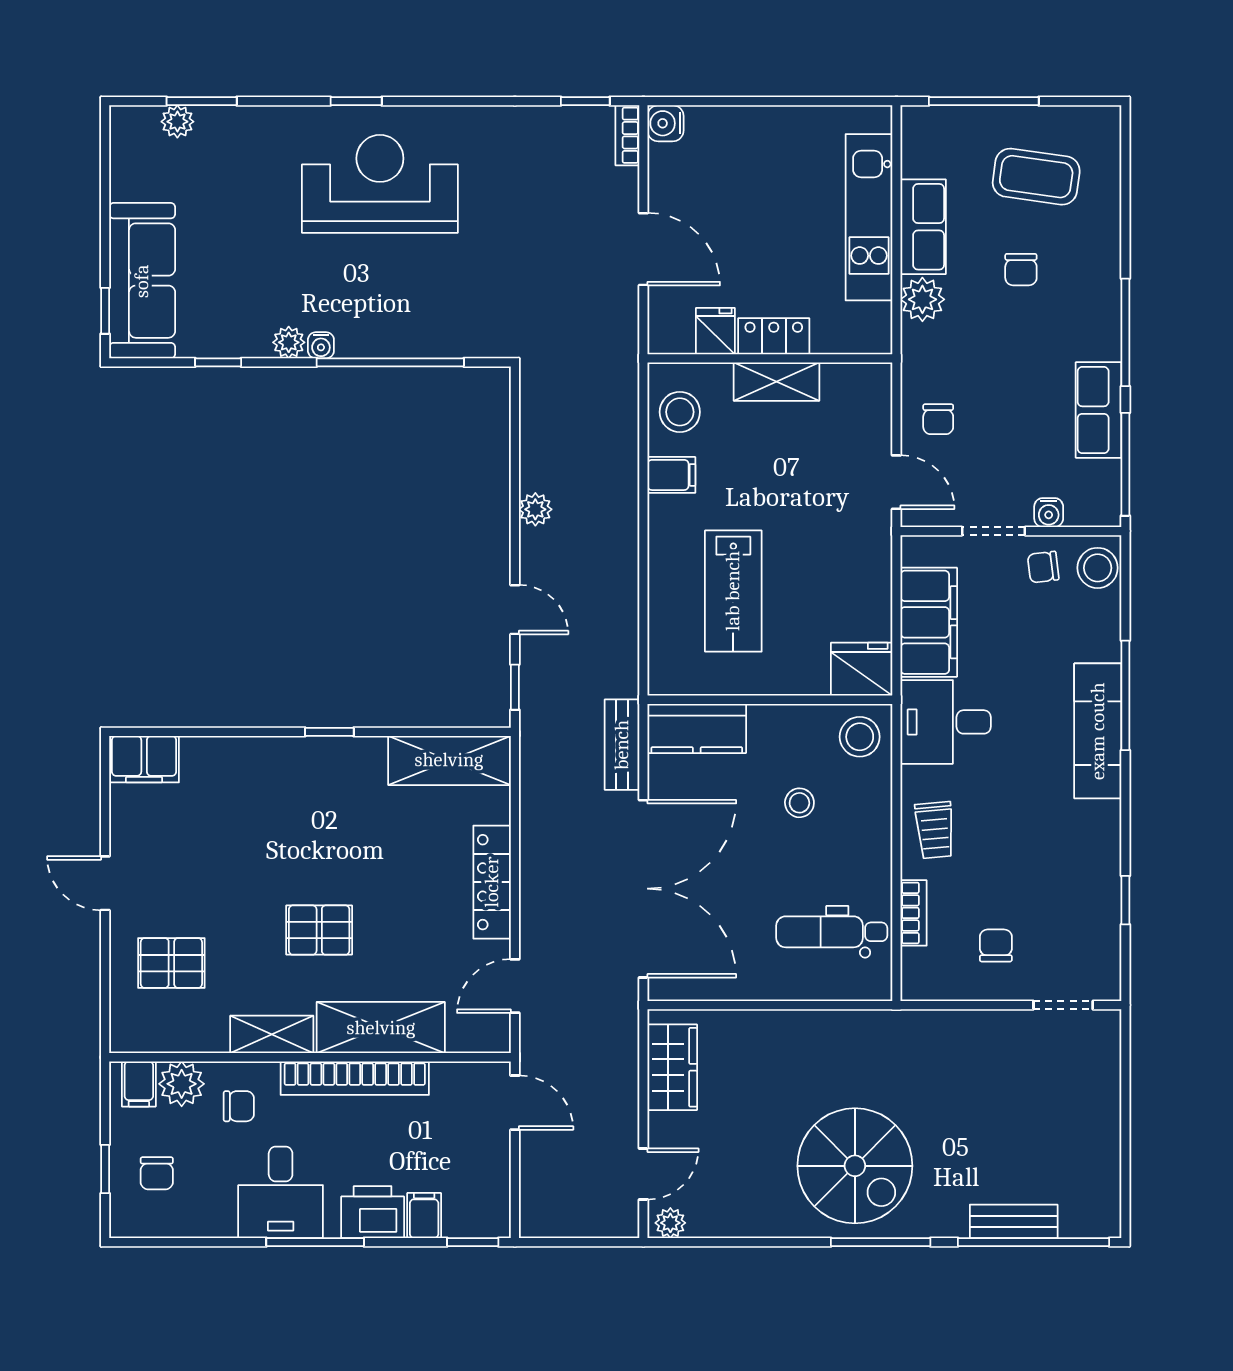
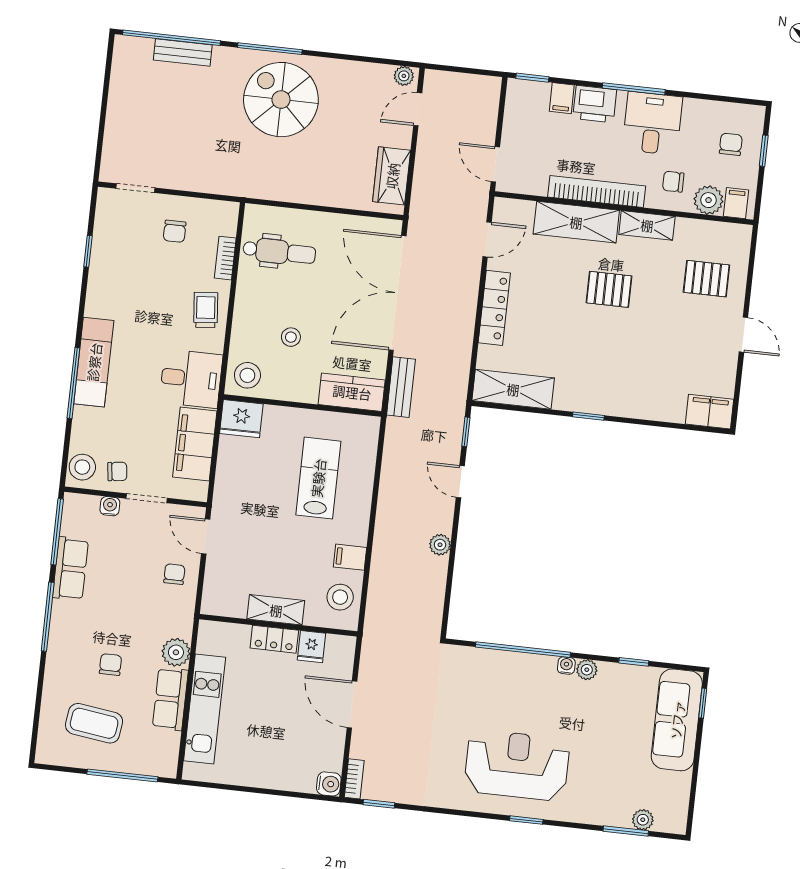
reception desk: (380, 184) -> (517, 765), turned 180

